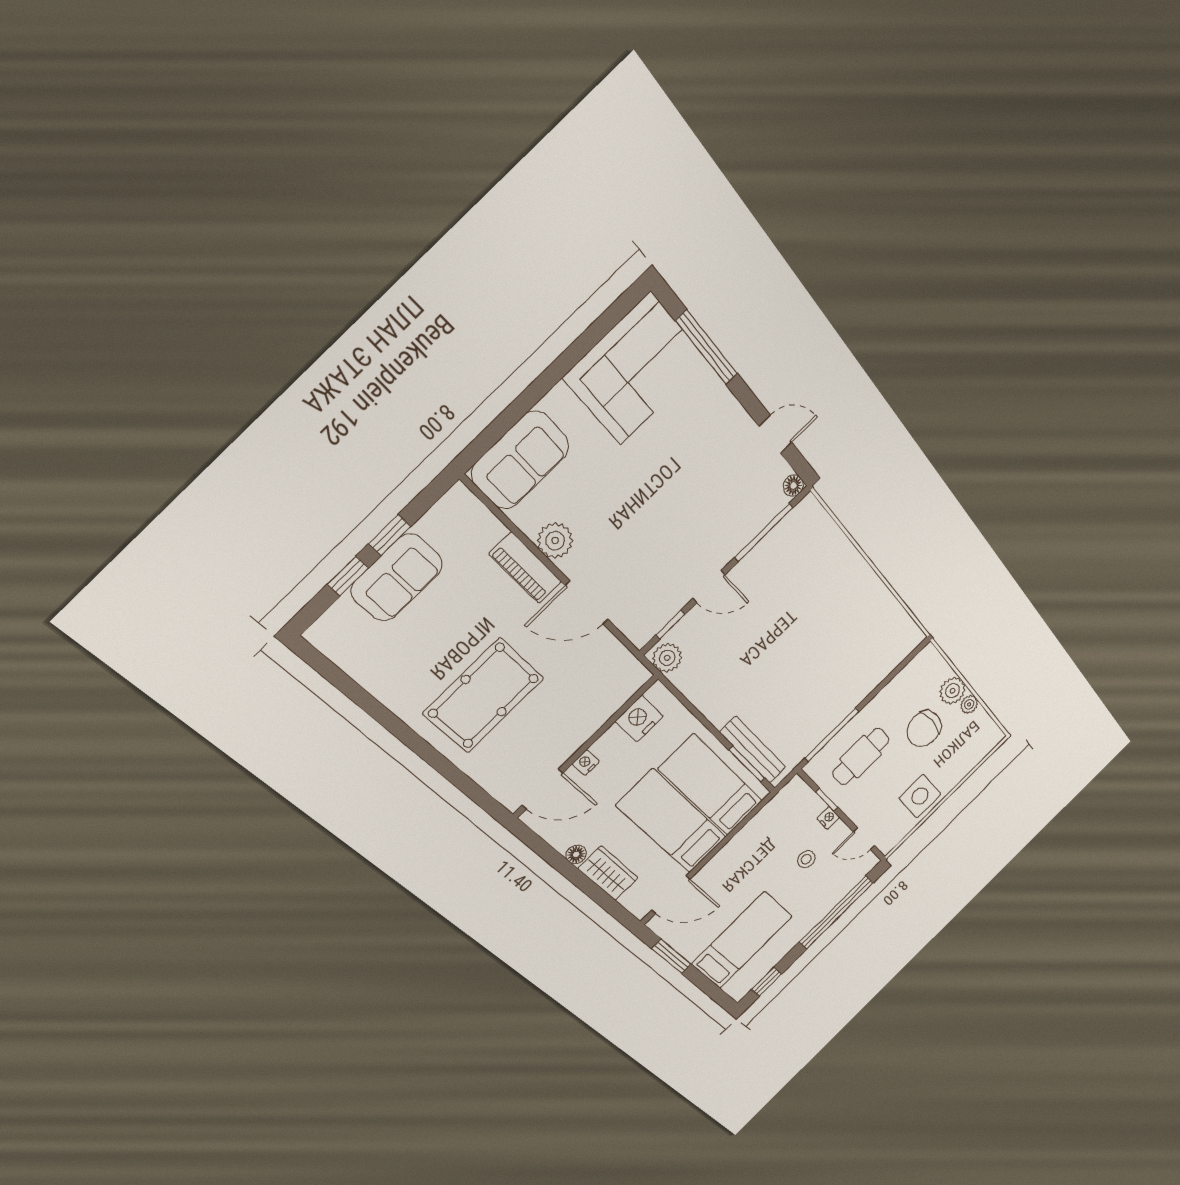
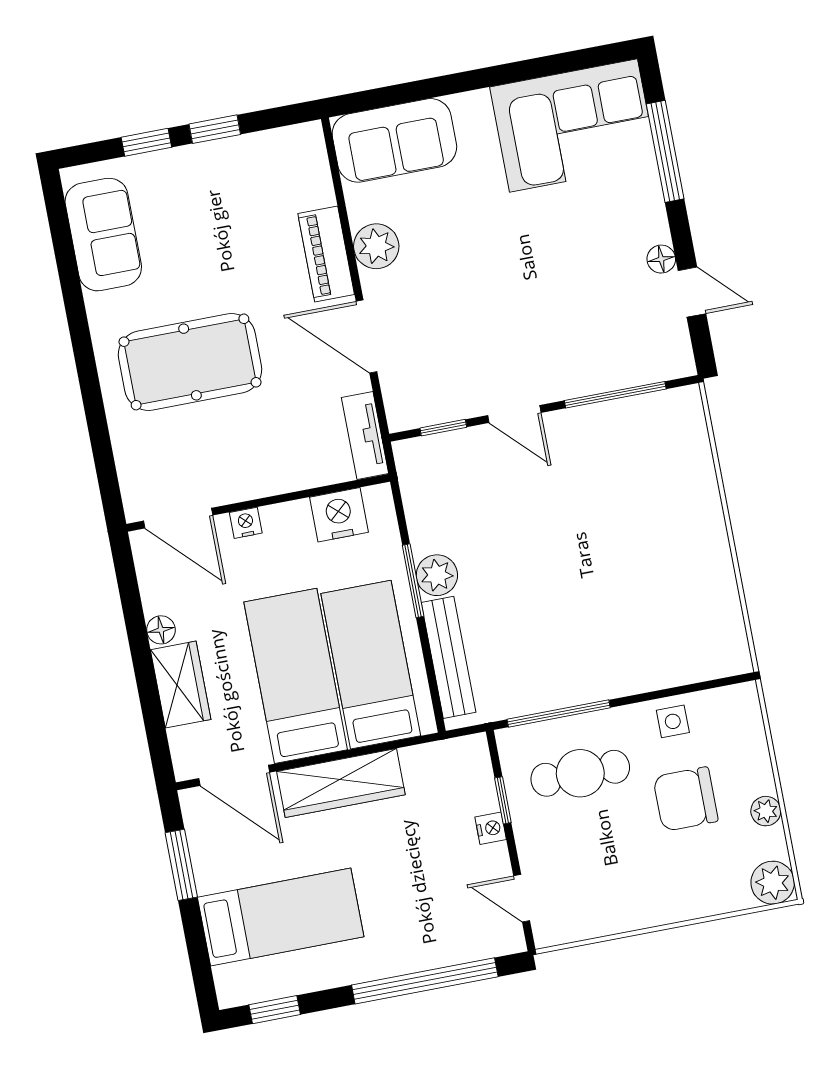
floor lamp: (793, 486) -> (661, 259), moved
sofa: (397, 578) -> (103, 235), moved, turned -90
plant: (667, 658) -> (437, 575), moved
tv unit: (625, 663) -> (365, 435), added
plant: (952, 691) -> (773, 883), moved
window: (747, 764) -> (413, 581), moved
side table: (920, 796) -> (673, 721), moved, width x0.54, depth x0.54
wardrobe: (733, 855) -> (341, 783), added
stool: (806, 859) -> (429, 866), removed

